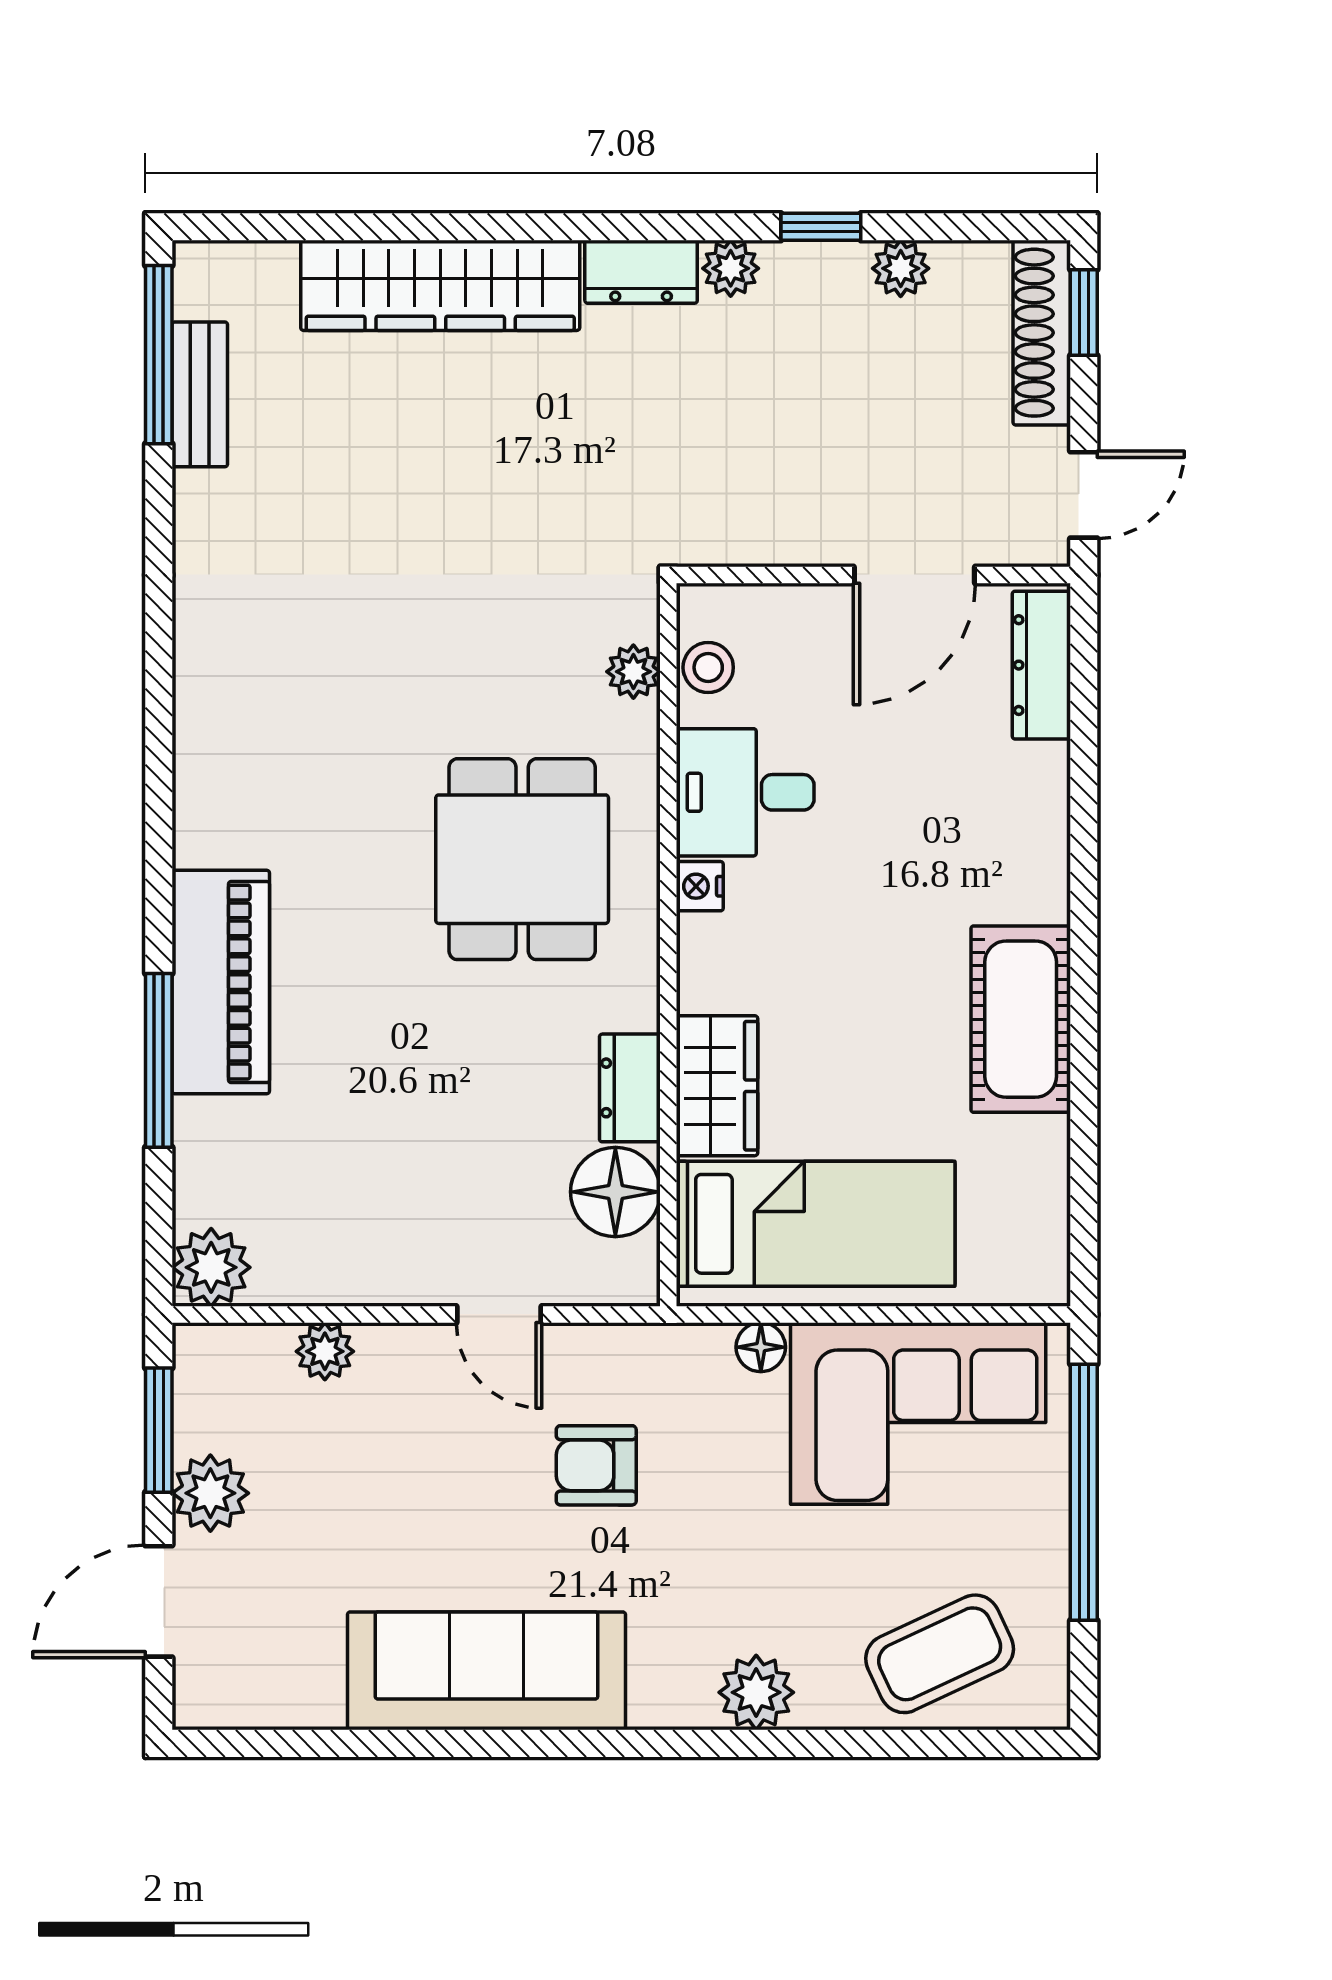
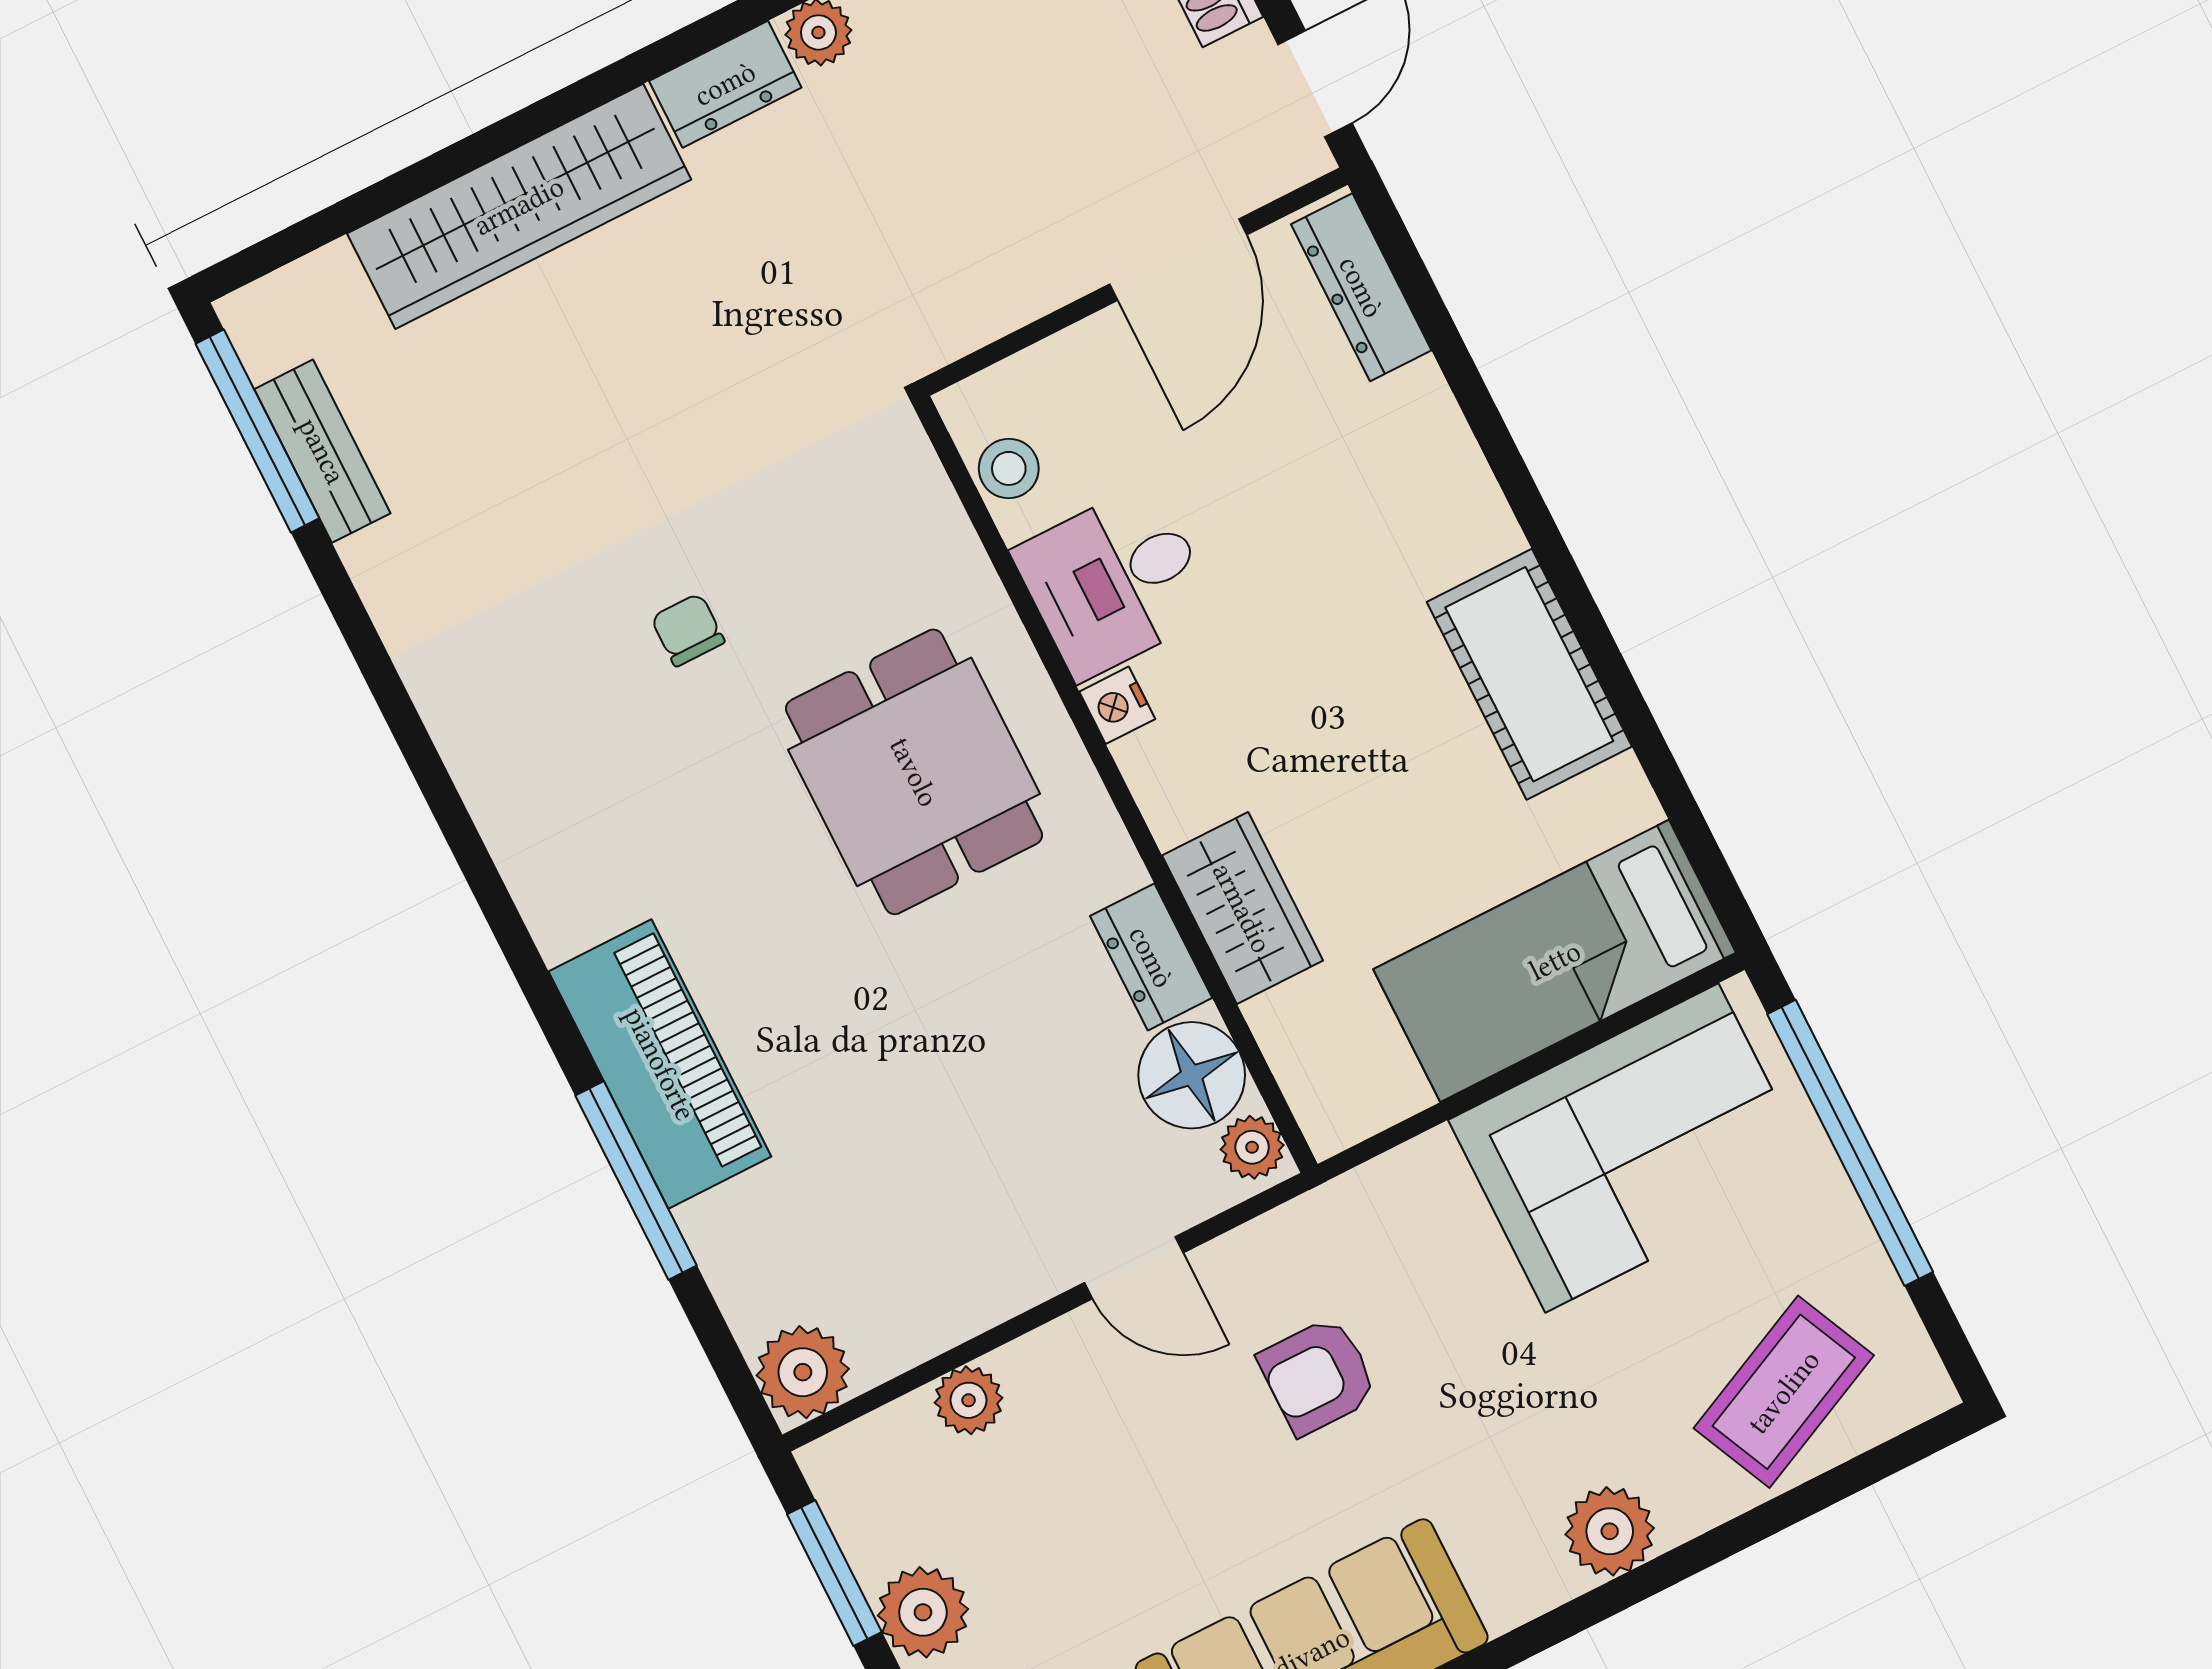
chair: (406, 667) -> (688, 630), added
plant: (633, 672) -> (1252, 1147), moved
bed: (816, 1224) -> (1555, 961), moved, turned 180
floor lamp: (761, 1347) -> (1429, 1162), removed

